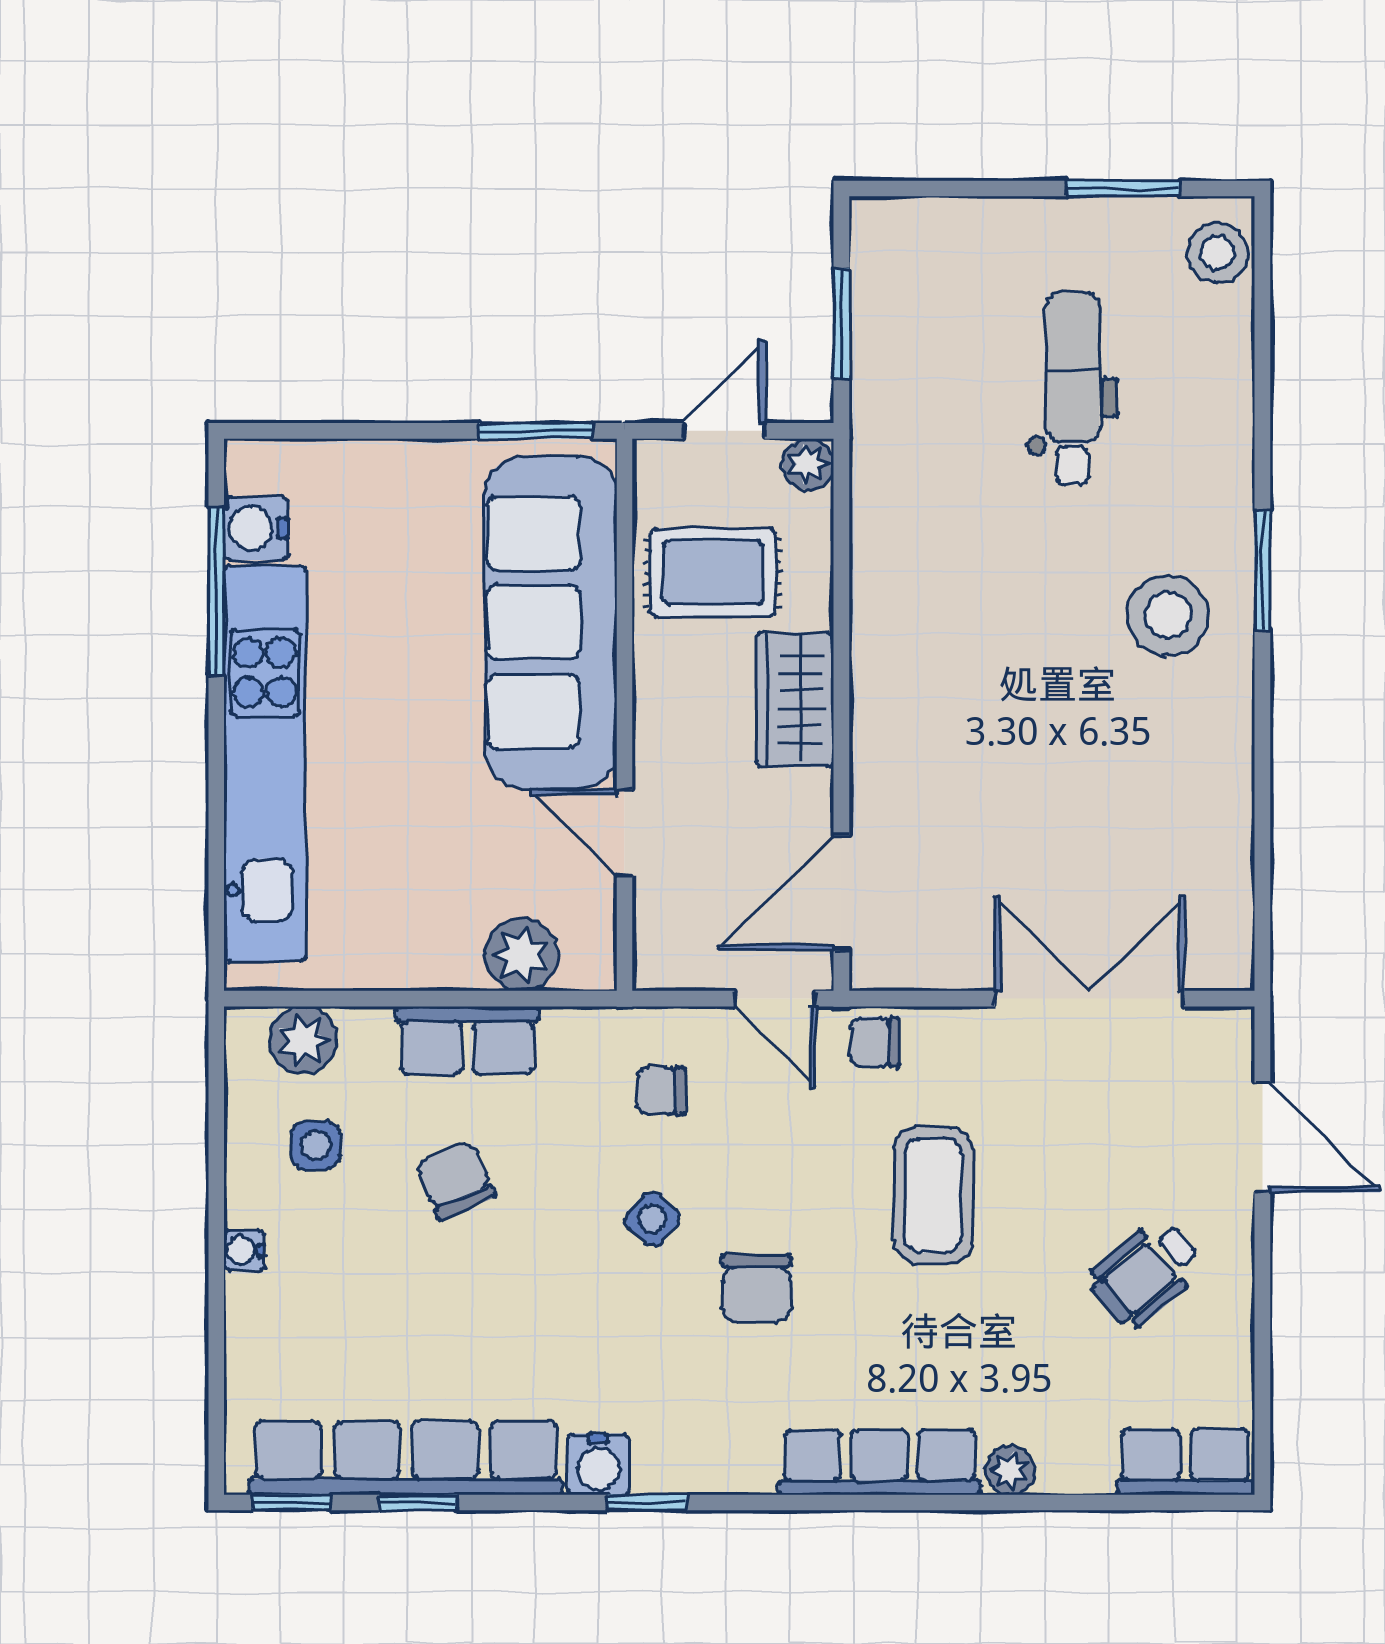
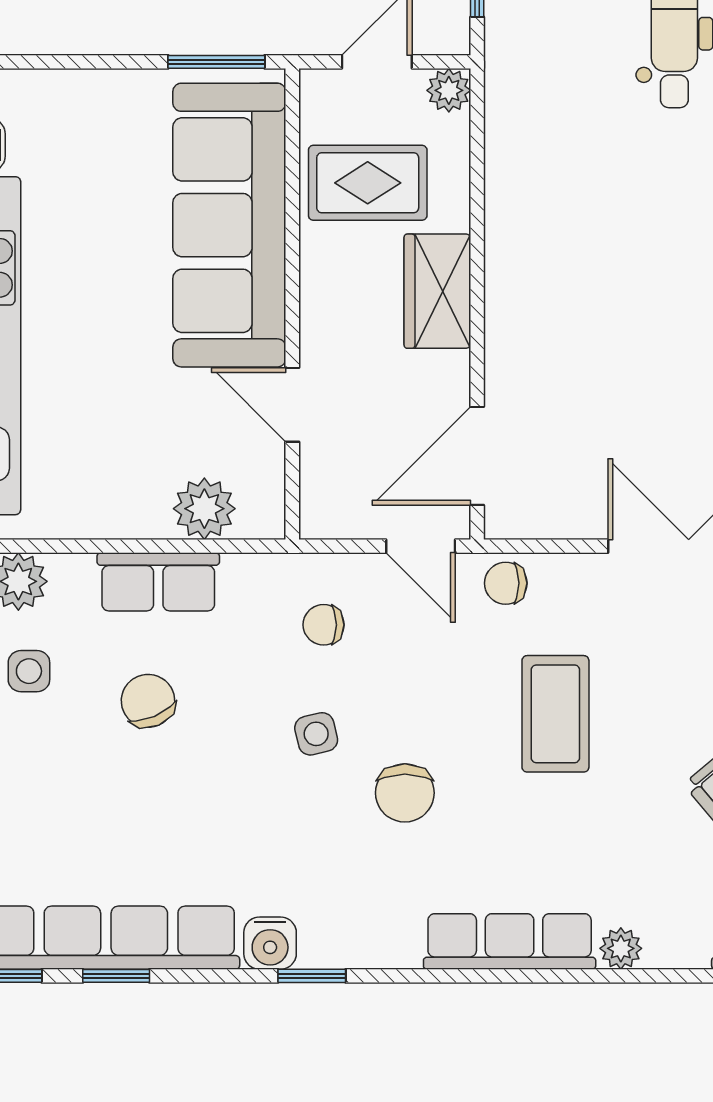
side table: (653, 1219) -> (316, 734), turned 35

